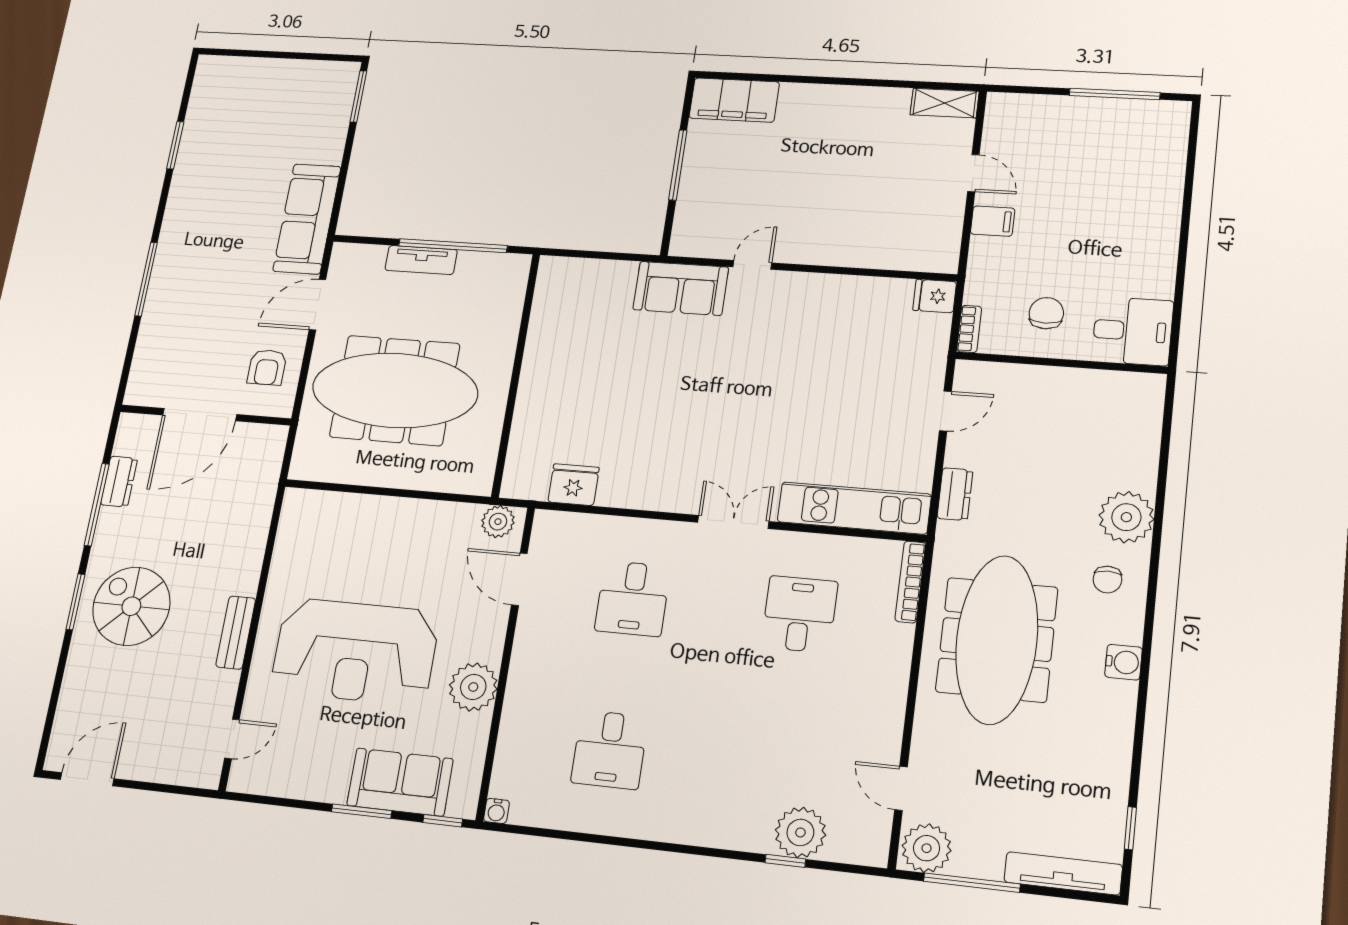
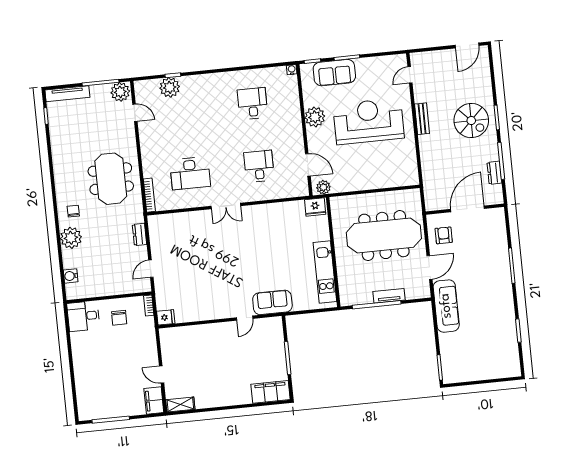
filing cabinet: (993, 221) -> (154, 401), moved, width x2.00
fridge: (574, 485) -> (315, 207), moved
kitchen unit: (854, 508) -> (325, 272), moved, turned 90
desk: (800, 614) -> (190, 173), width x1.37
meeting table: (997, 640) -> (111, 179), width x0.73
water cooler: (1124, 662) -> (71, 276), moved

